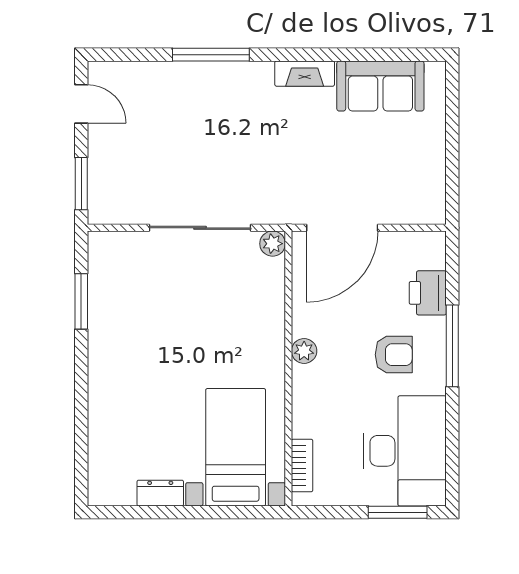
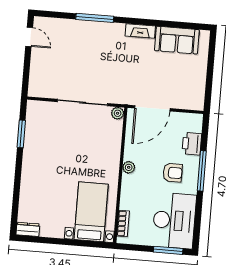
window: (81, 184) -> (26, 76), removed
dresser: (160, 493) -> (28, 229), moved

